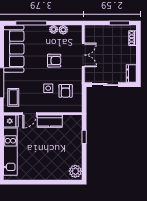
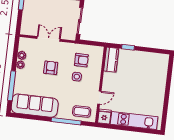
door: (30, 114) -> (99, 98), hinge flipped
kitchen counter: (50, 121) -> (111, 60), moved
plant: (75, 171) -> (160, 60), removed

